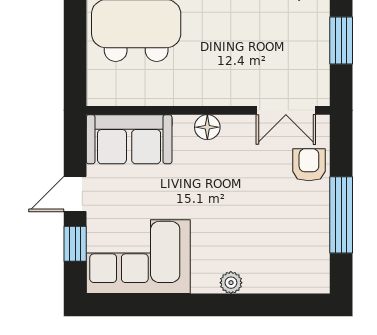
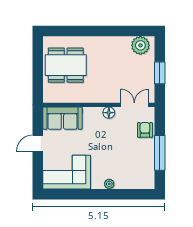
double door: (286, 110) -> (134, 105), swing flipped
floor lamp: (207, 127) -> (109, 113), moved
window: (75, 244) -> (38, 166), removed

